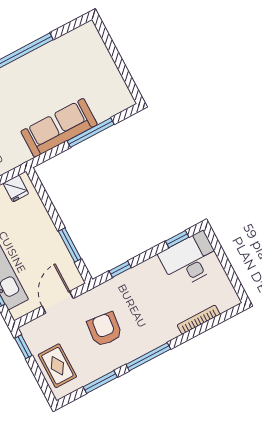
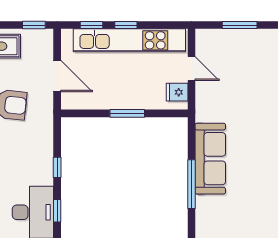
window: (70, 245) -> (127, 113), moved
window: (120, 269) -> (57, 167), moved

